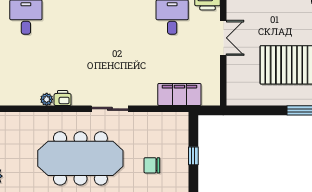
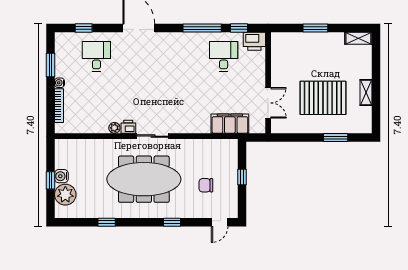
double door: (223, 38) -> (268, 103), moved
sliding door: (110, 109) -> (153, 136), moved

